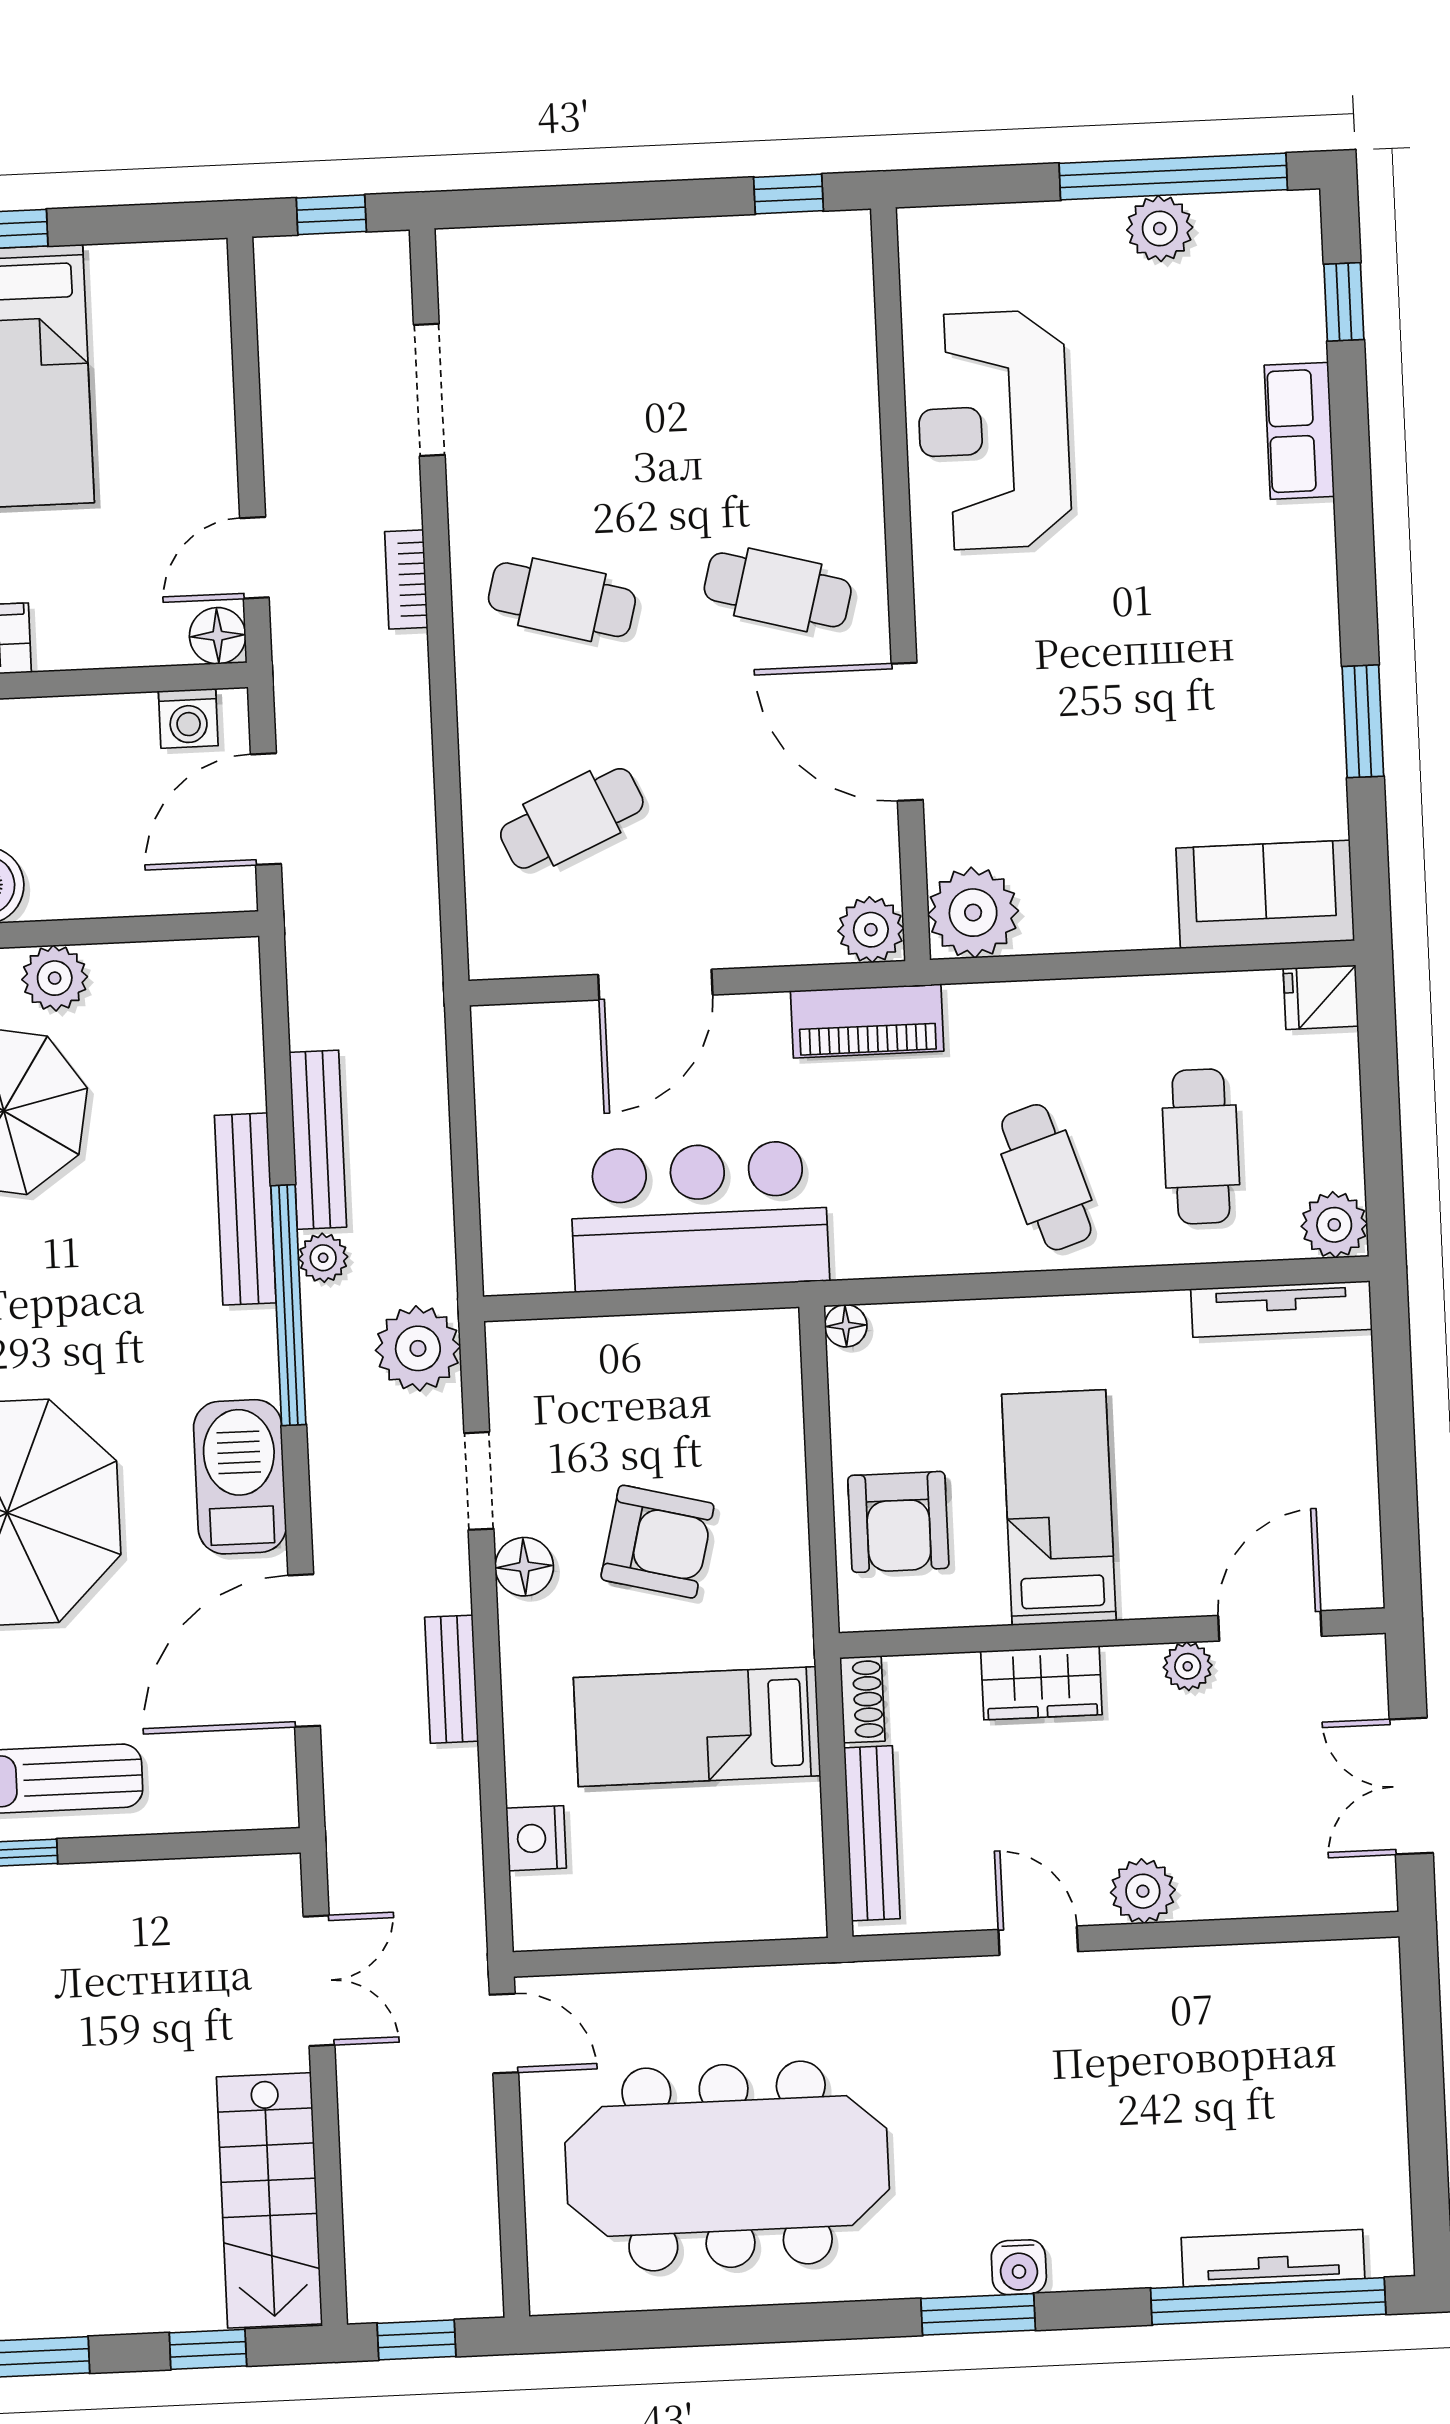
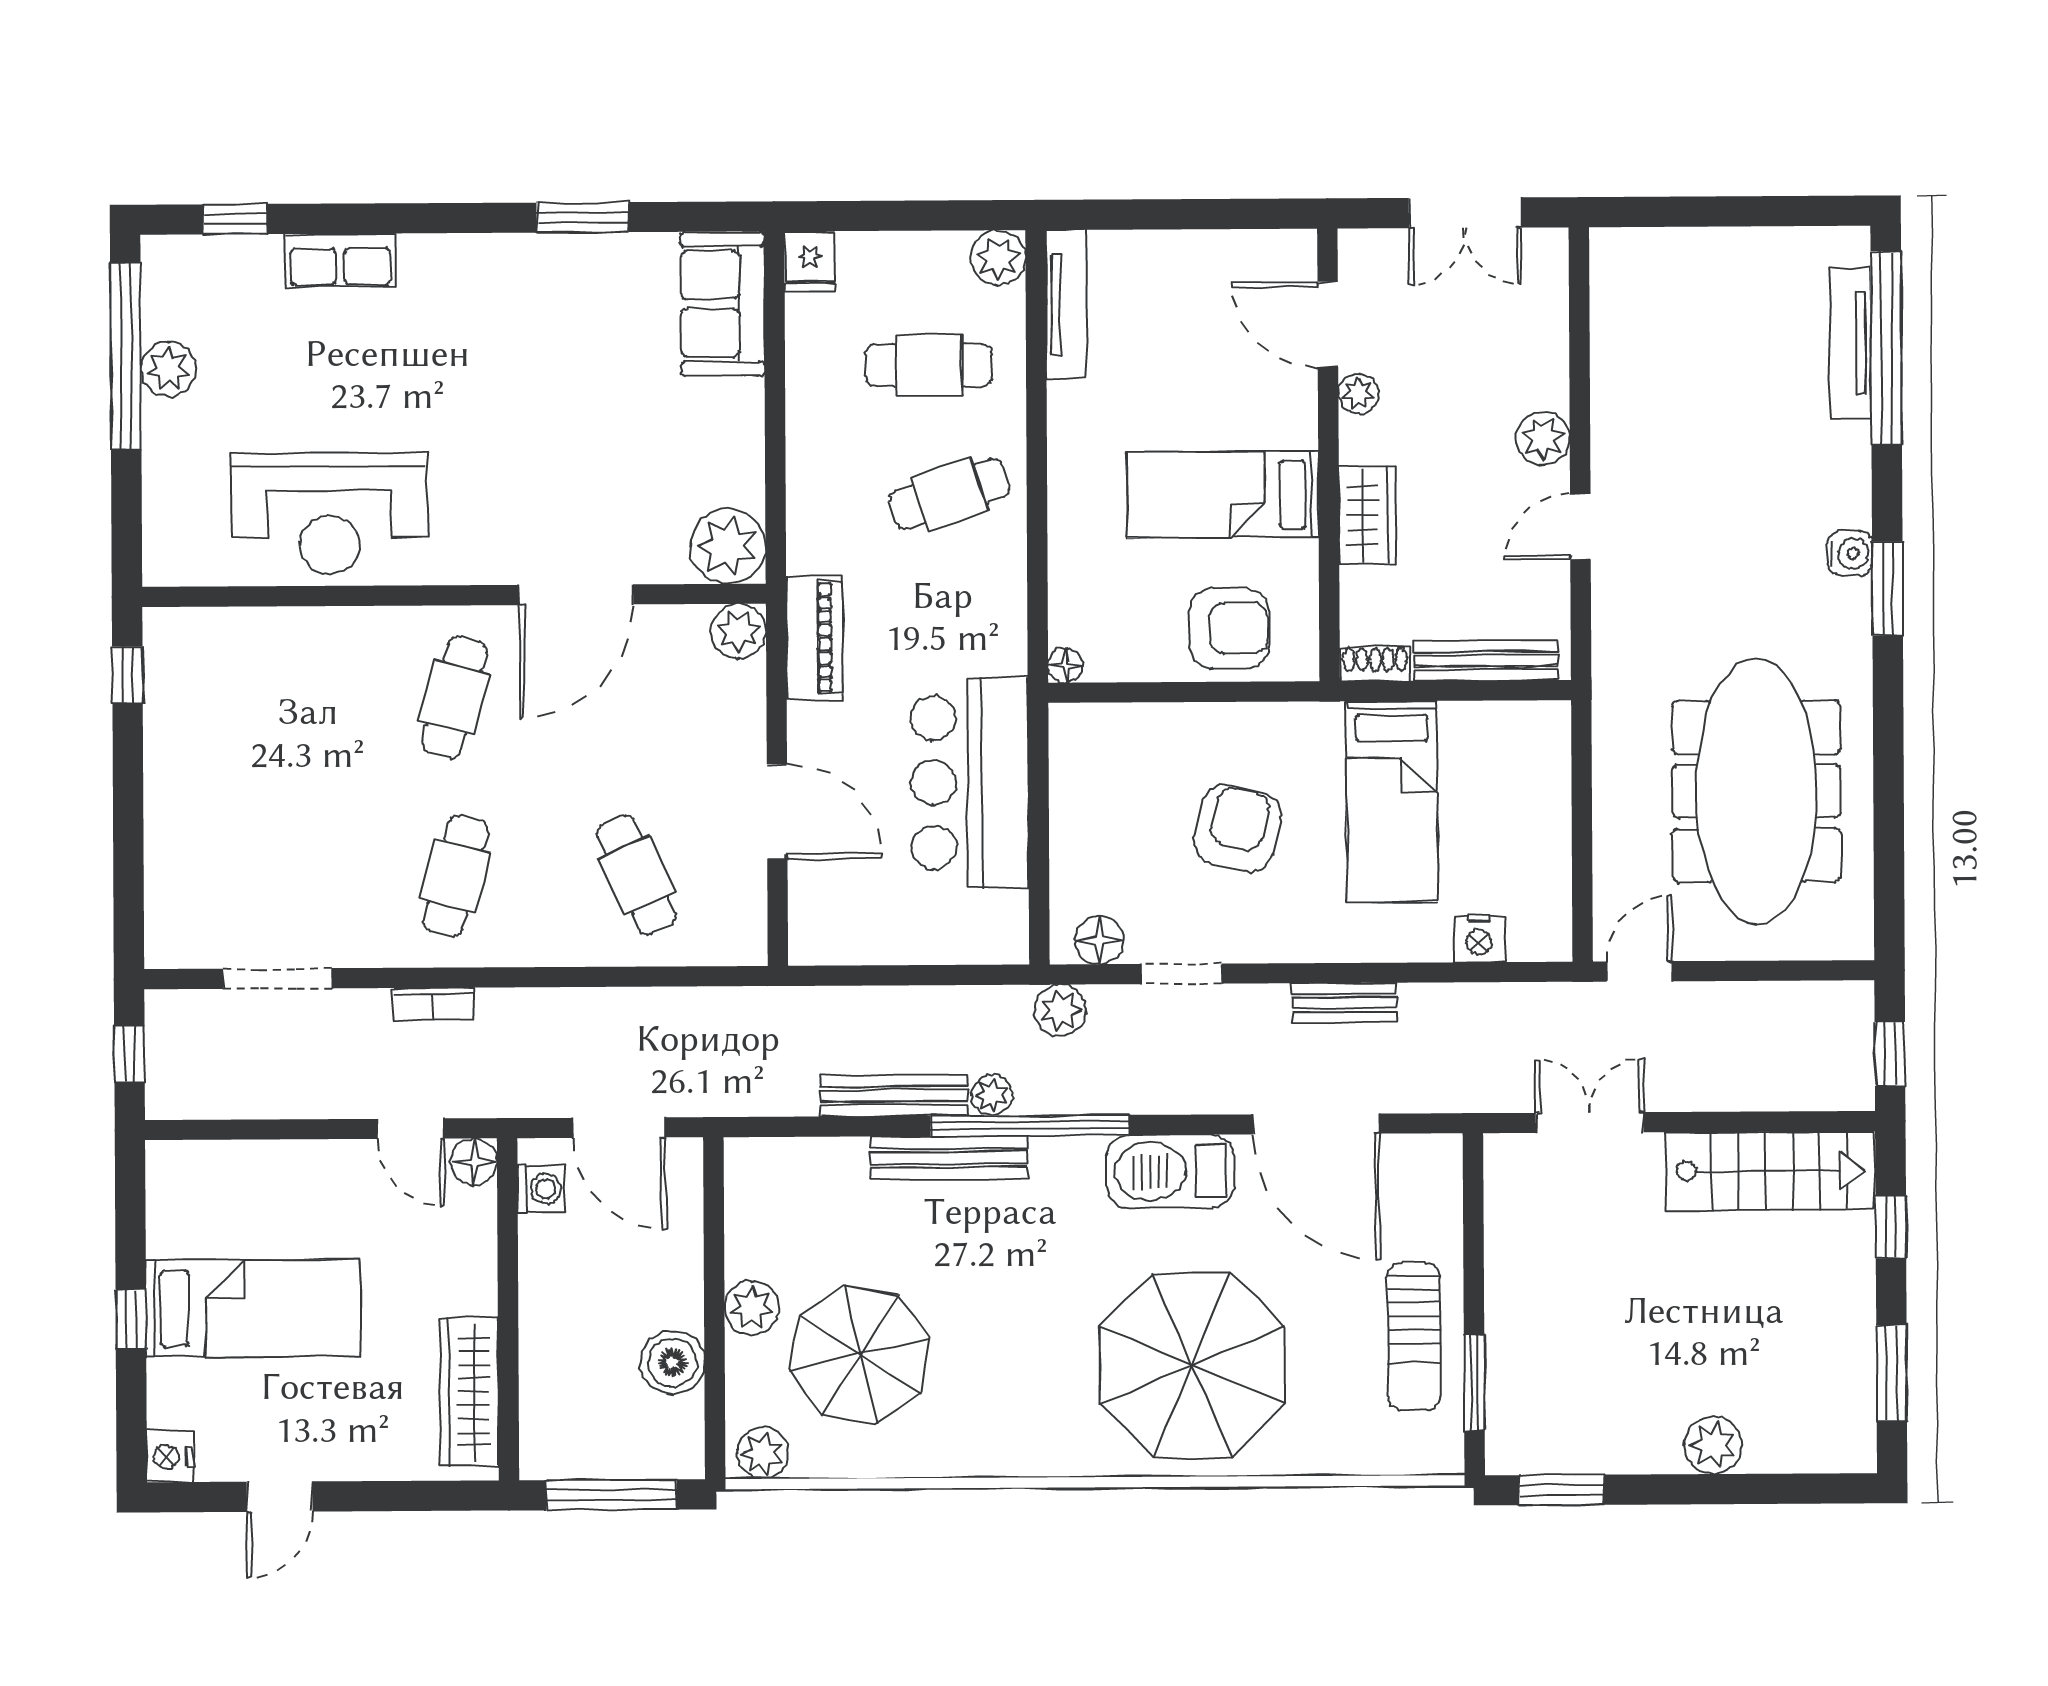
plant: (418, 1348) -> (1060, 1010), width x0.73, depth x0.73
floor lamp: (524, 1567) -> (1099, 940), moved

